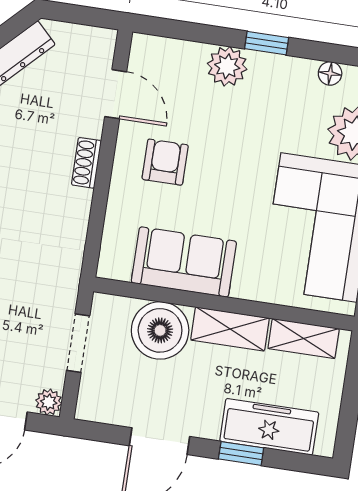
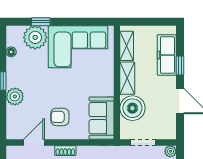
sofa: (184, 262) -> (102, 118), moved

